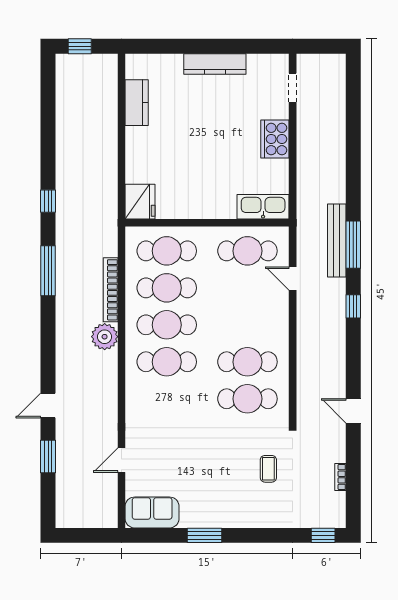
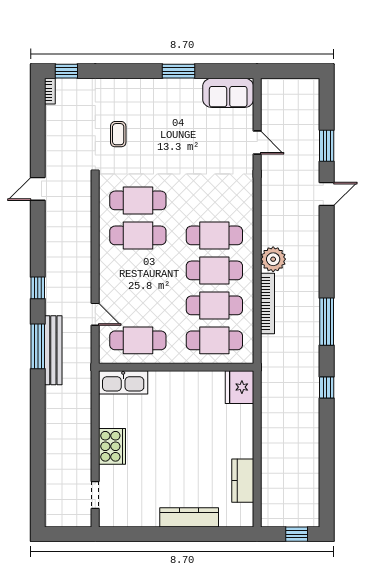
kitchen counter: (215, 64) -> (189, 517), moved
door: (353, 411) -> (38, 189), swing flipped
door: (122, 460) -> (257, 142), hinge flipped
bookcase: (340, 477) -> (50, 91), moved

